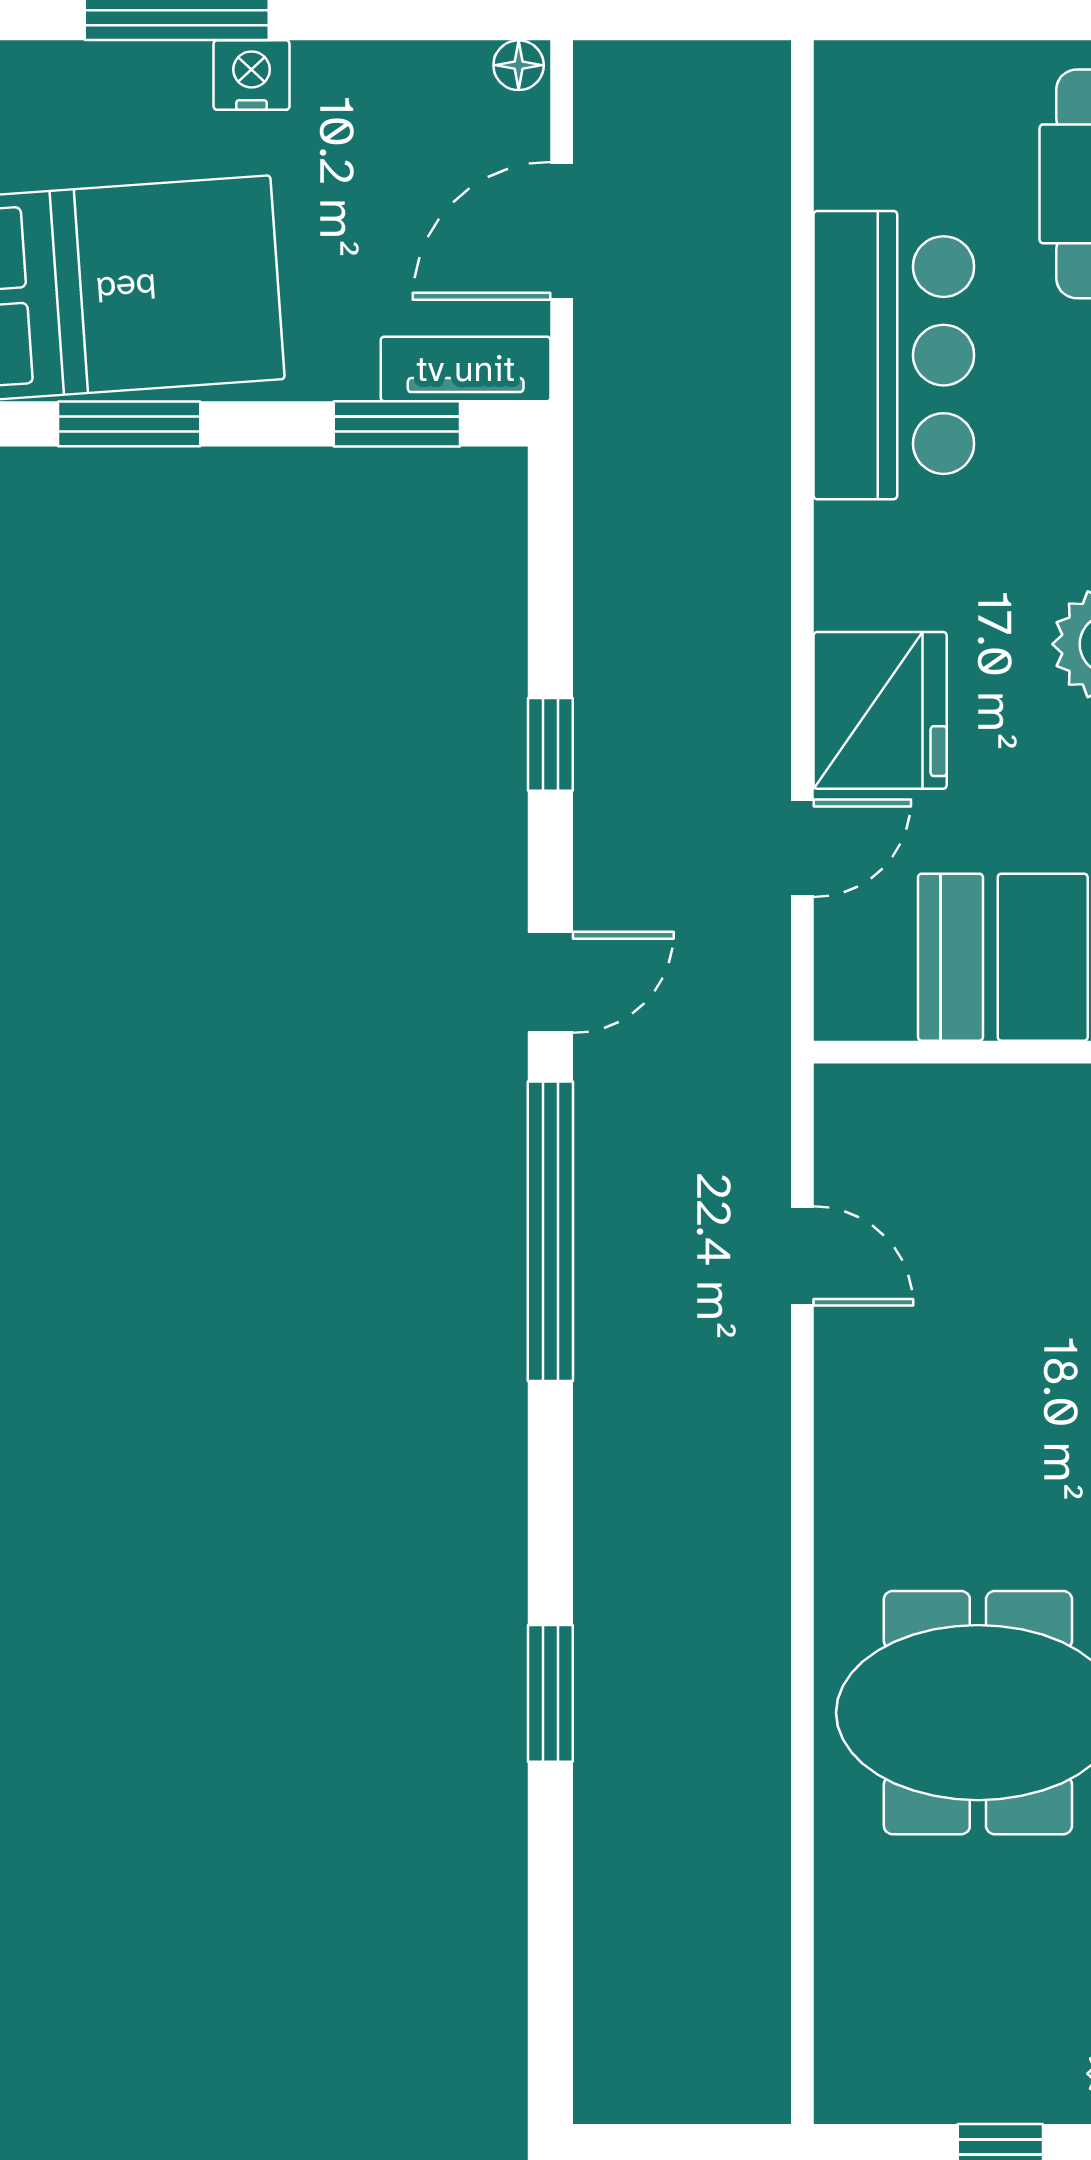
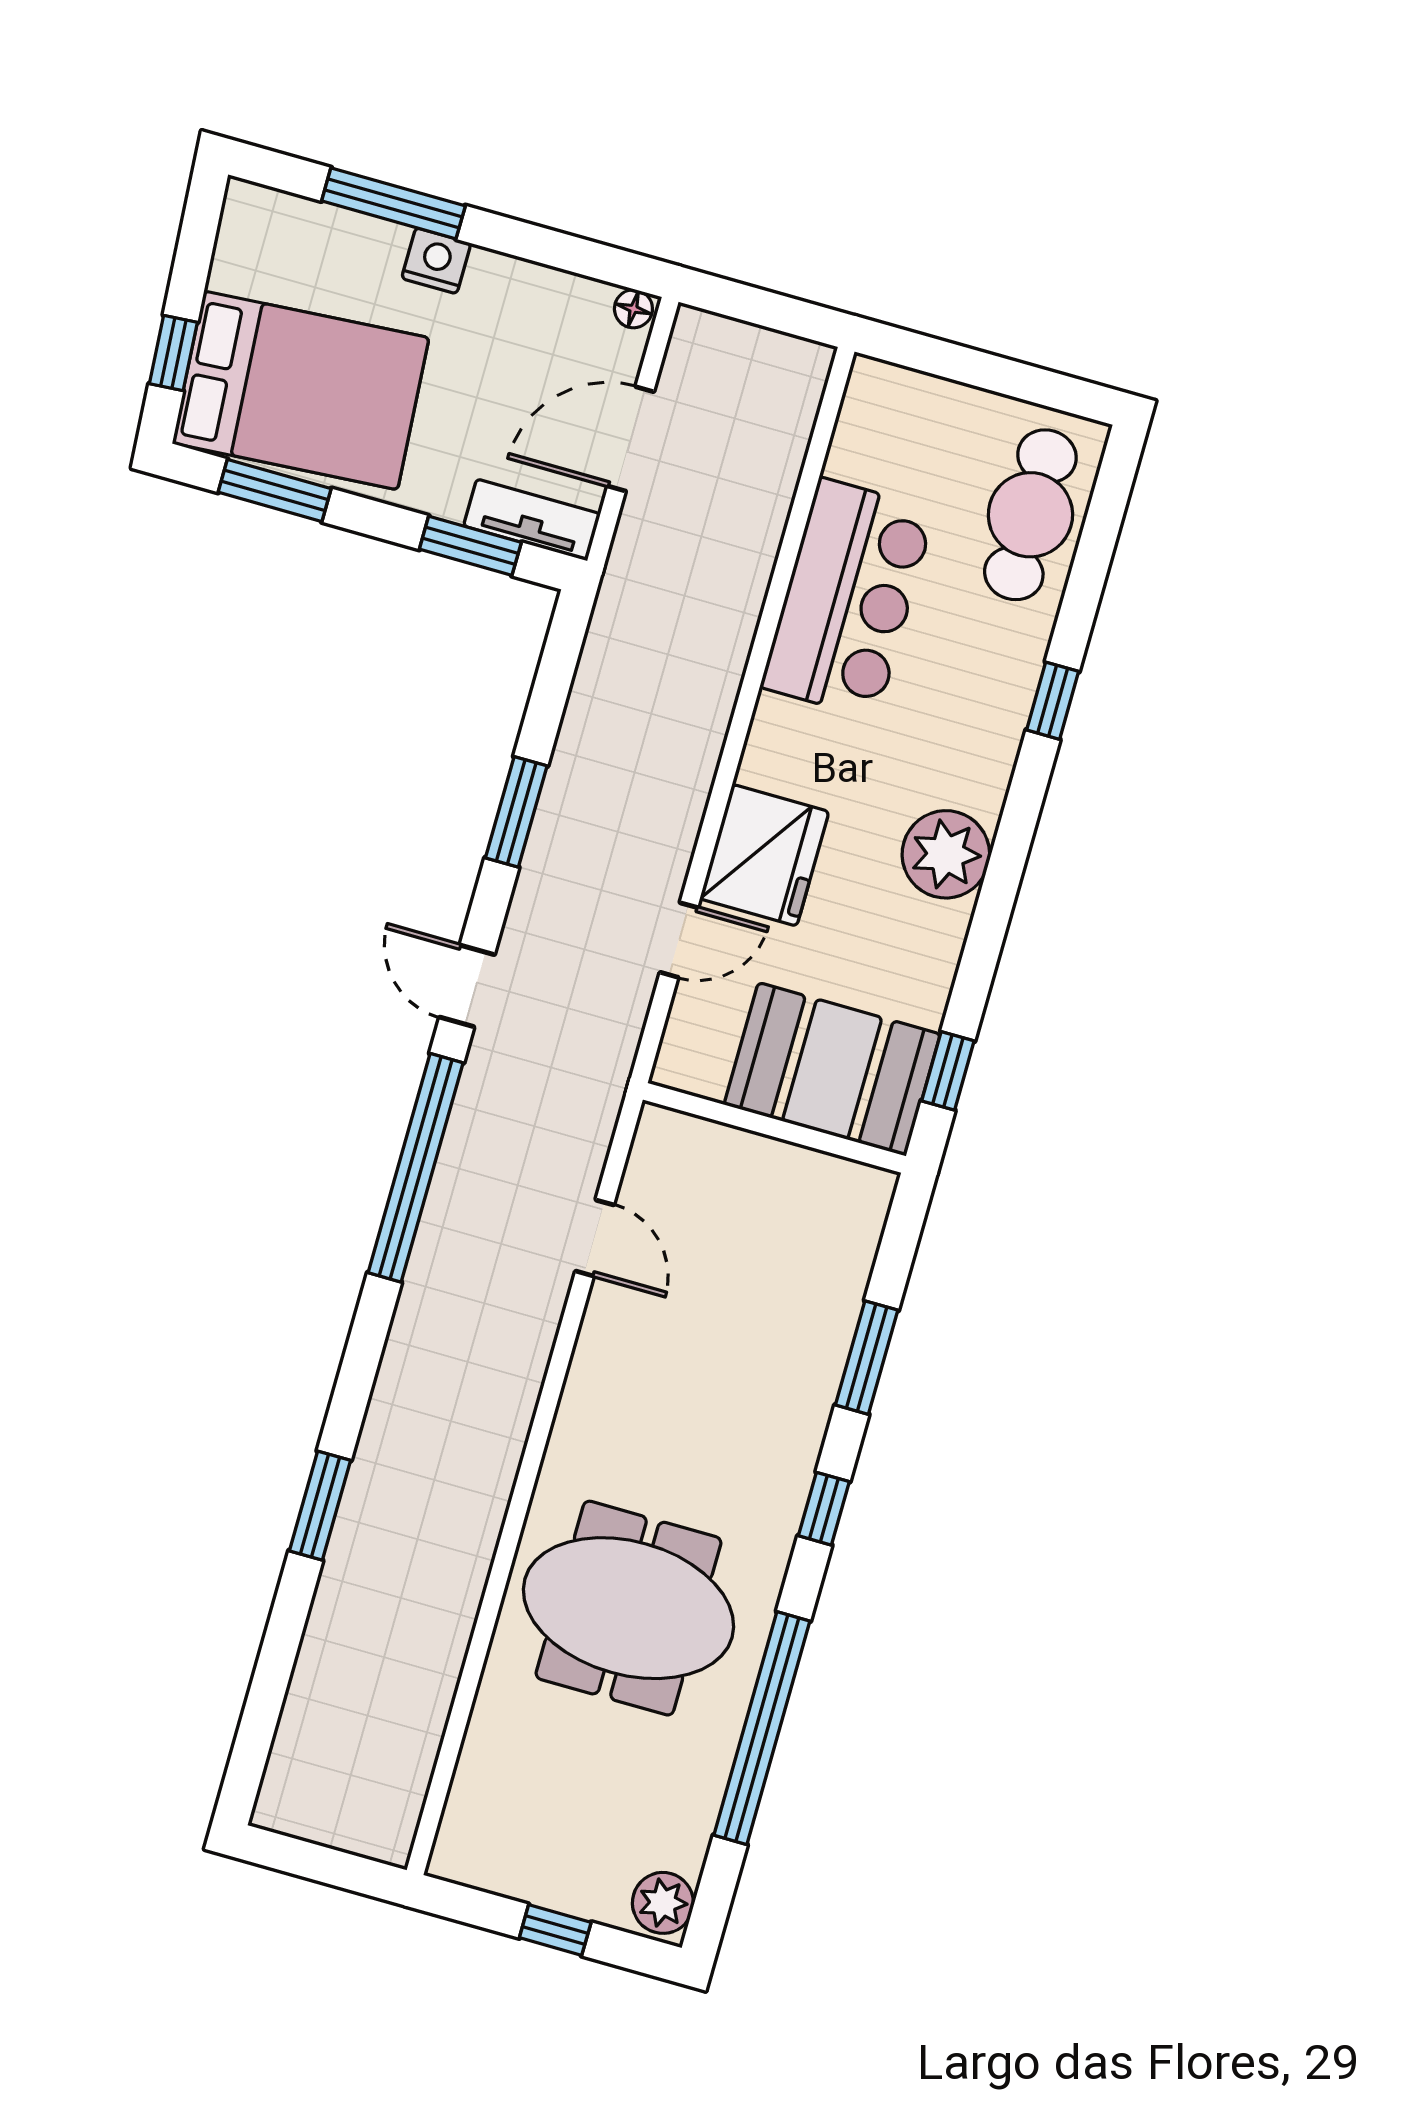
window: (550, 744) -> (516, 812), width x1.50
door: (550, 982) -> (467, 986), swing flipped

